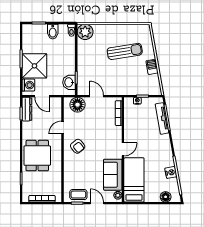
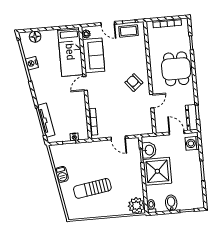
shower: (34, 66) -> (157, 171), moved
floor lamp: (77, 105) -> (138, 127), removed

